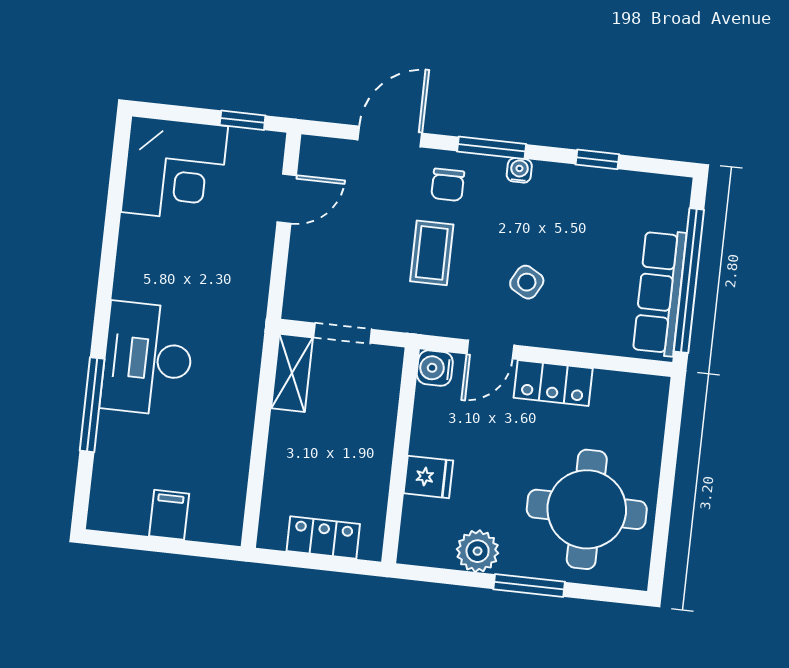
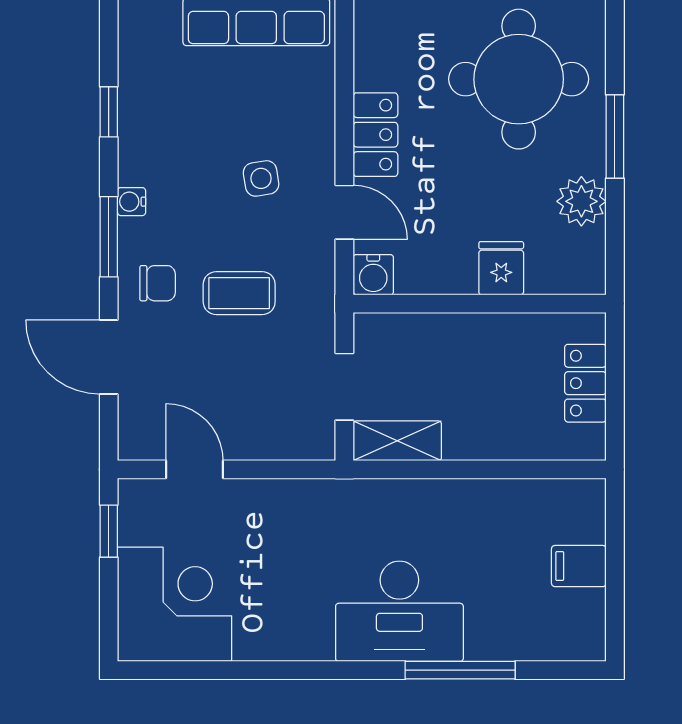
side table: (527, 282) -> (261, 178), turned -38

